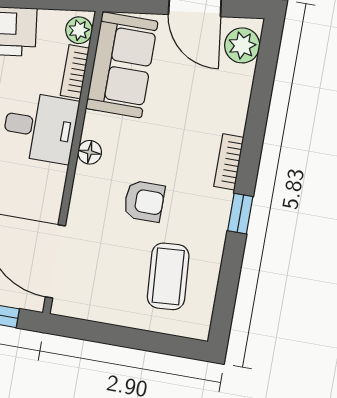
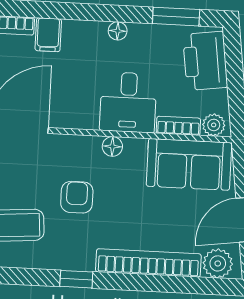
bookcase: (229, 162) -> (148, 263), width x2.31, depth x1.31
armchair: (144, 201) -> (77, 197), turned 180

